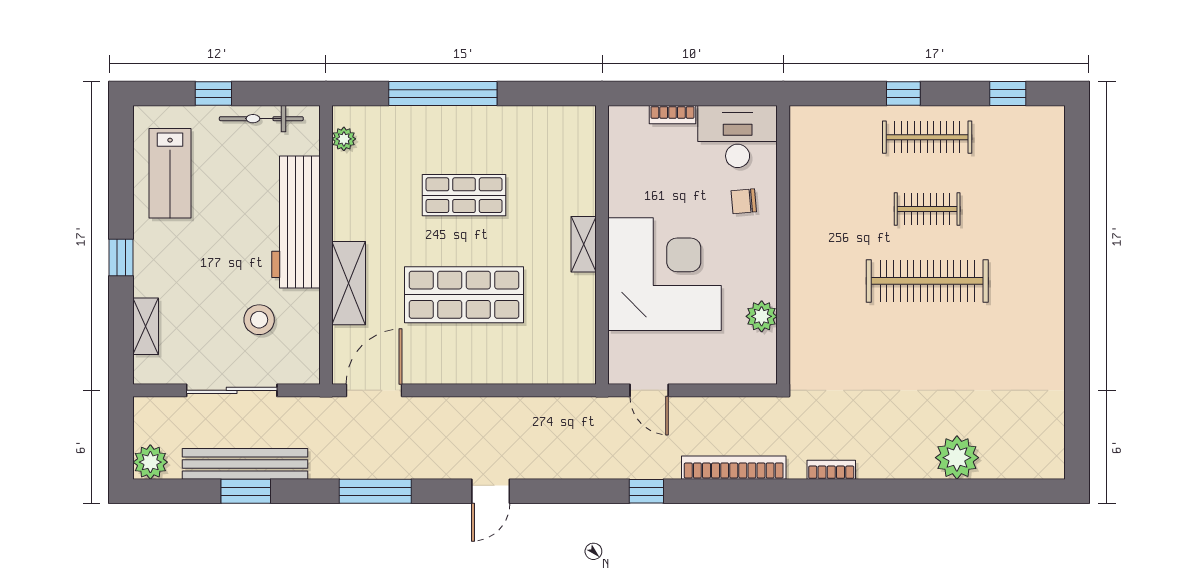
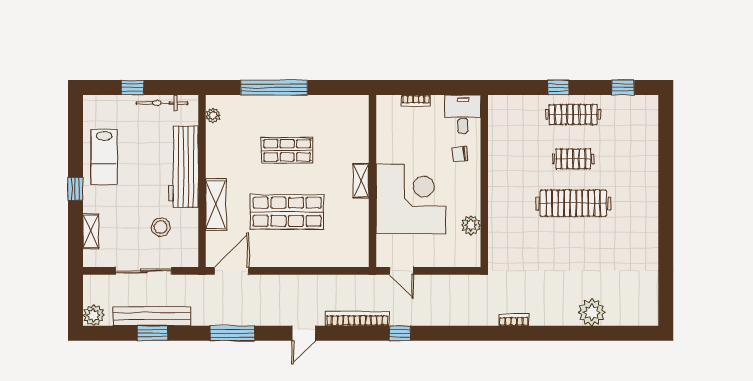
desk: (738, 137) -> (463, 114), width x0.73
lab bench: (170, 173) -> (104, 157), moved
bookcase: (734, 468) -> (357, 319), moved

